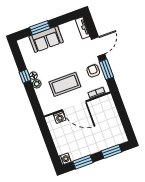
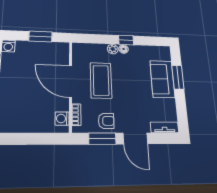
door: (74, 106) -> (70, 81), hinge flipped
washing machine: (60, 117) -> (62, 119), moved
window: (48, 140) -> (40, 37), added

